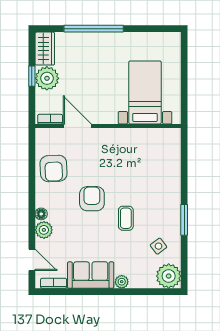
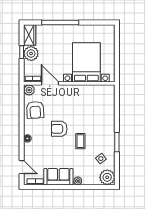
bed with nightstands: (145, 92) -> (86, 62), width x1.36
armchair: (92, 199) -> (59, 129), turned -90
plant: (44, 230) -> (29, 90), moved

